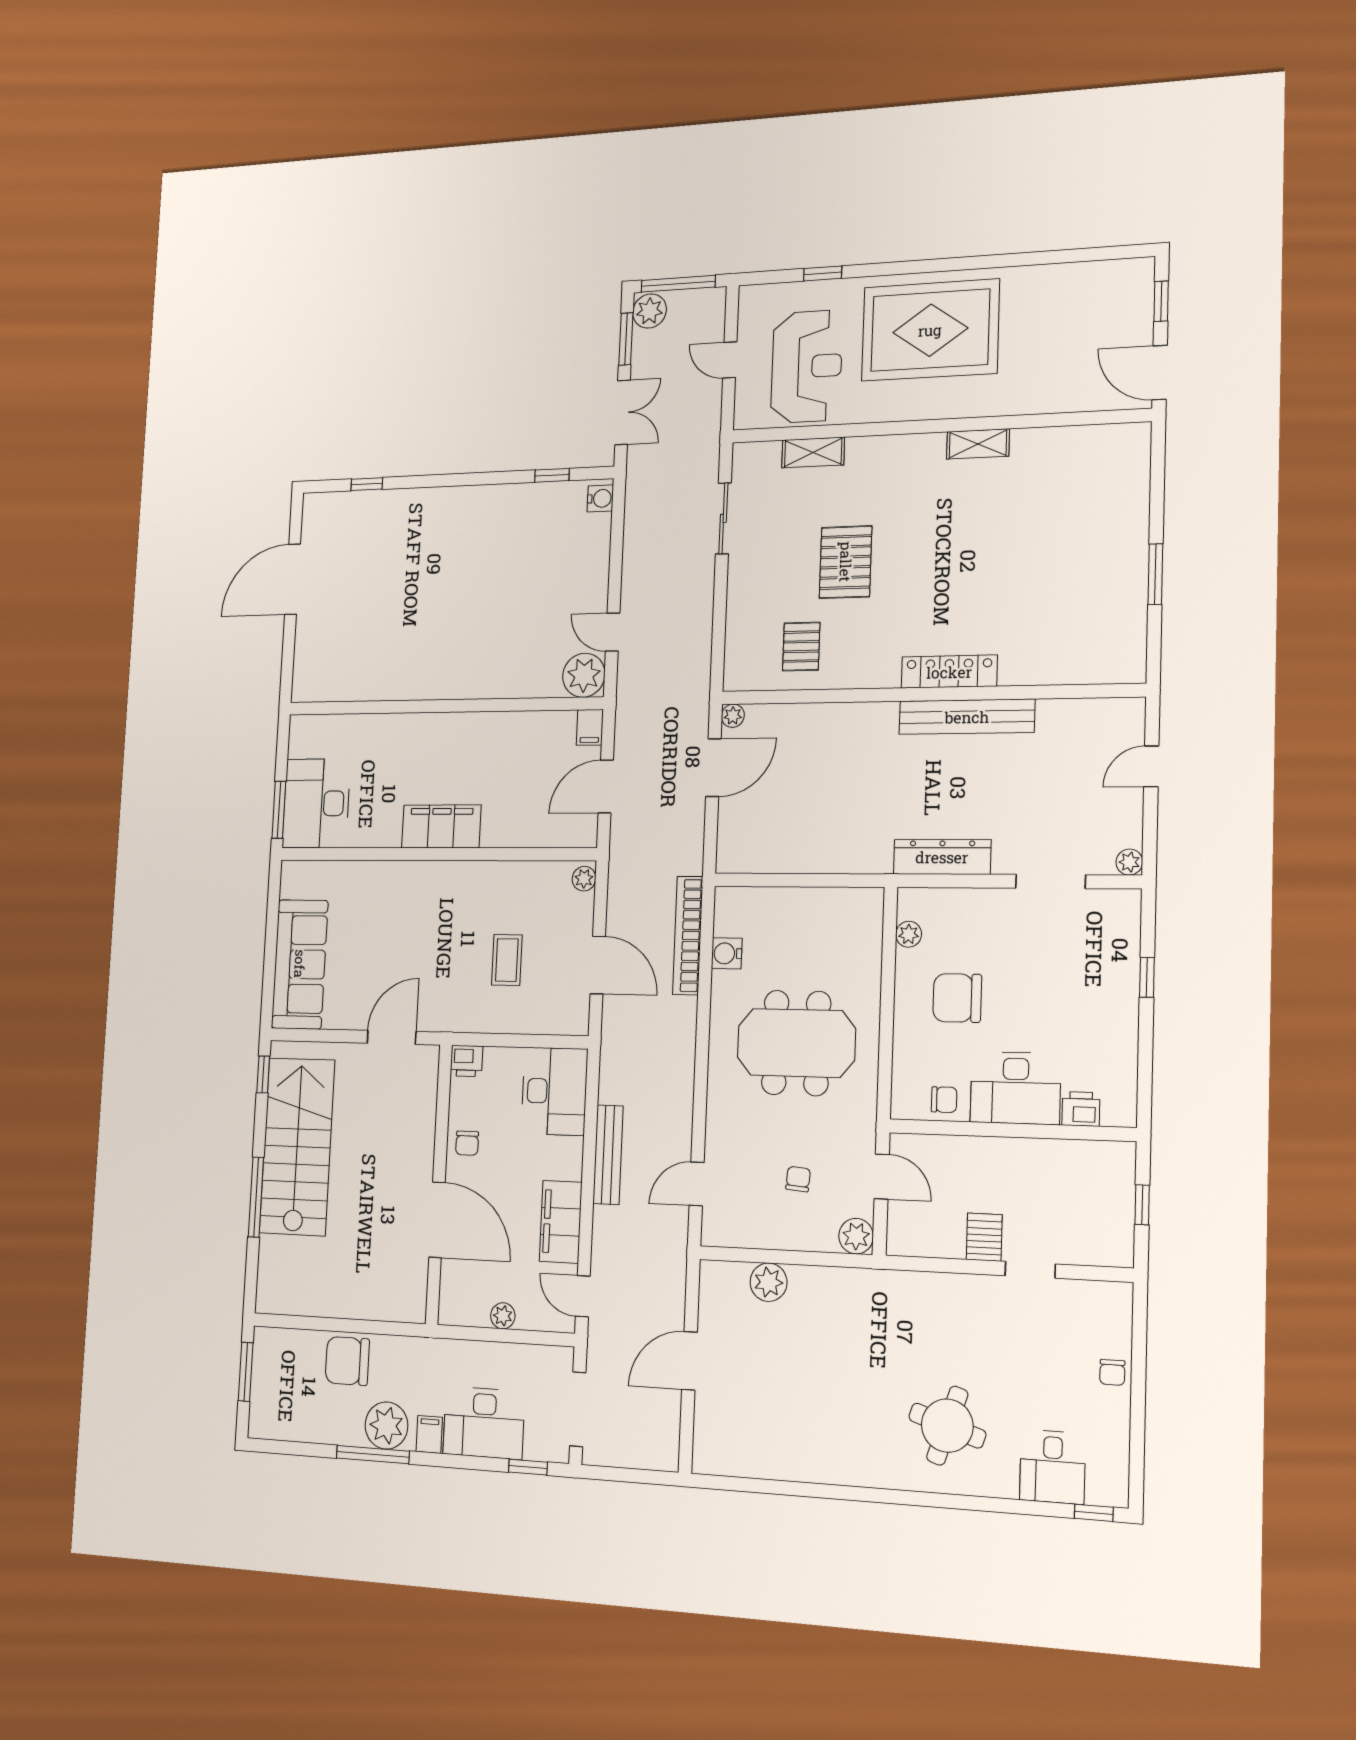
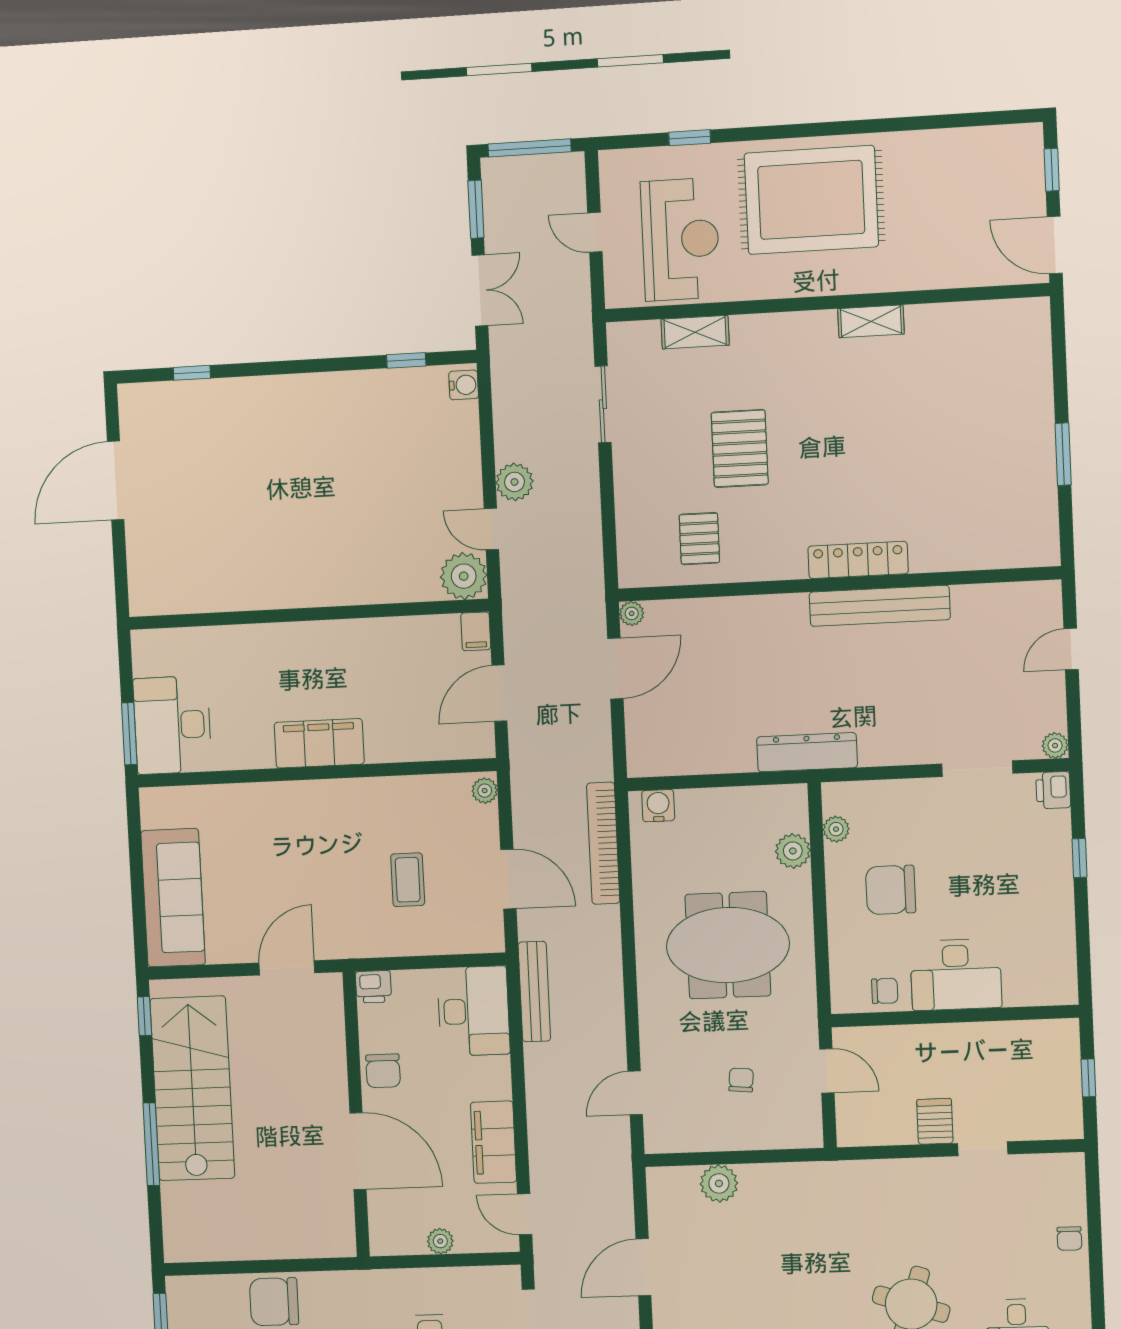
plant: (649, 311) -> (514, 482), moved
dresser: (942, 857) -> (807, 752), moved
water cooler: (727, 953) -> (658, 806), moved, turned 90
printer: (1081, 1109) -> (1053, 790), moved, turned -90
chair: (467, 1143) -> (383, 1071), width x1.37, depth x1.37
bench: (608, 1155) -> (534, 992), moved
plant: (856, 1236) -> (793, 851), moved

